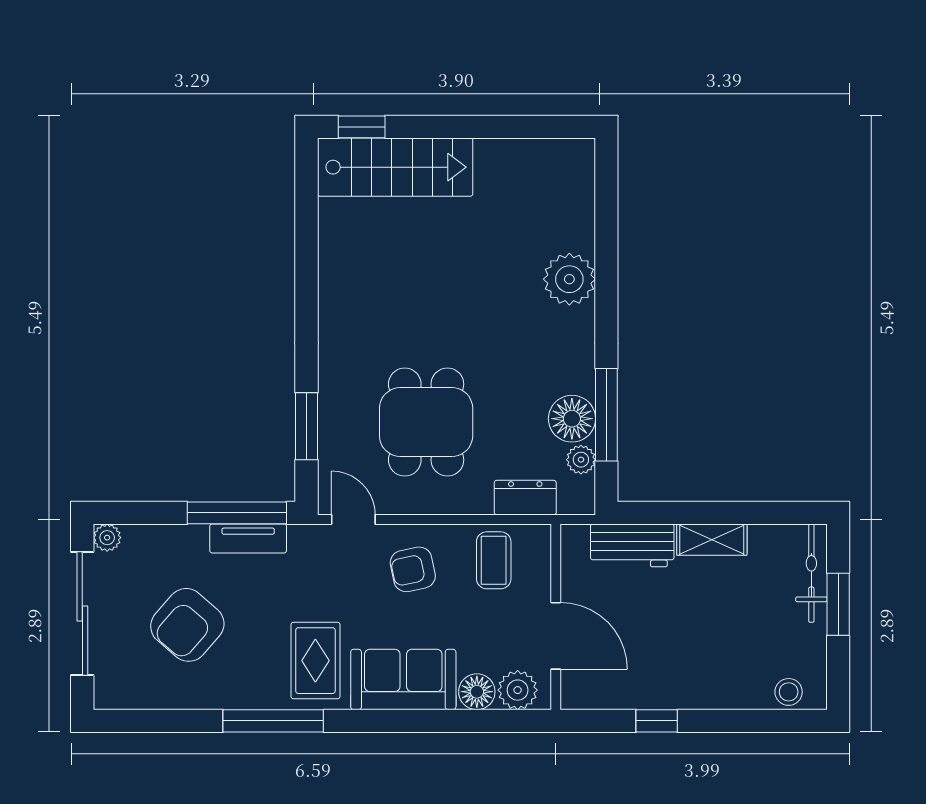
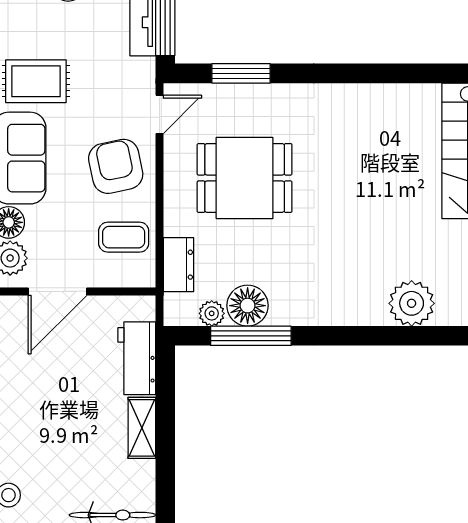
plant: (569, 279) -> (412, 303), moved
armchair: (413, 569) -> (116, 166), width x1.38, depth x1.38

